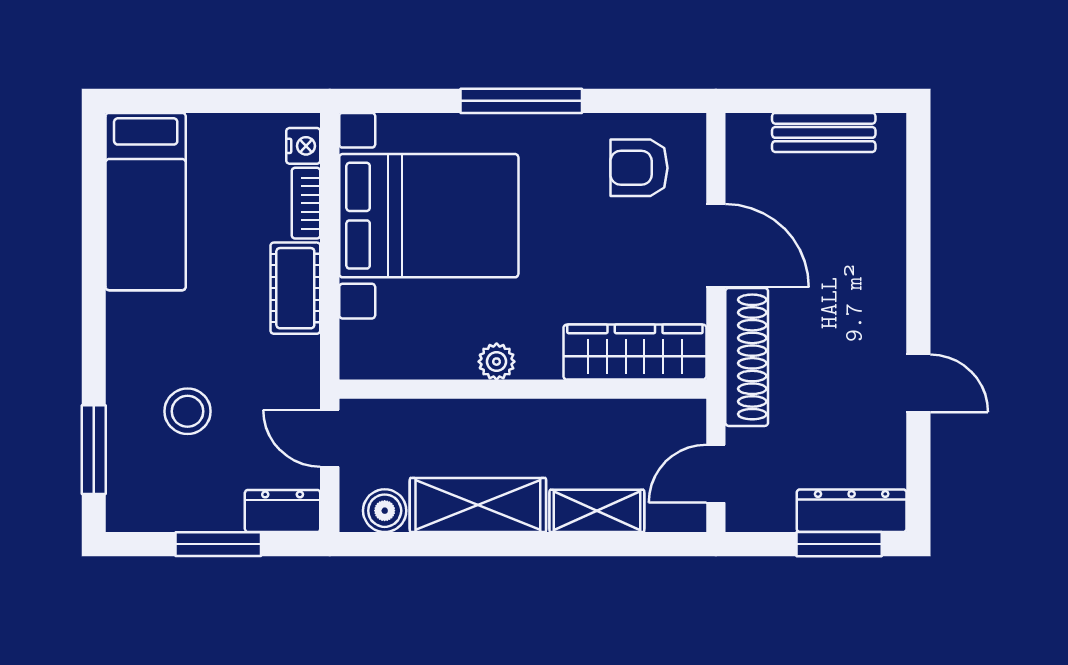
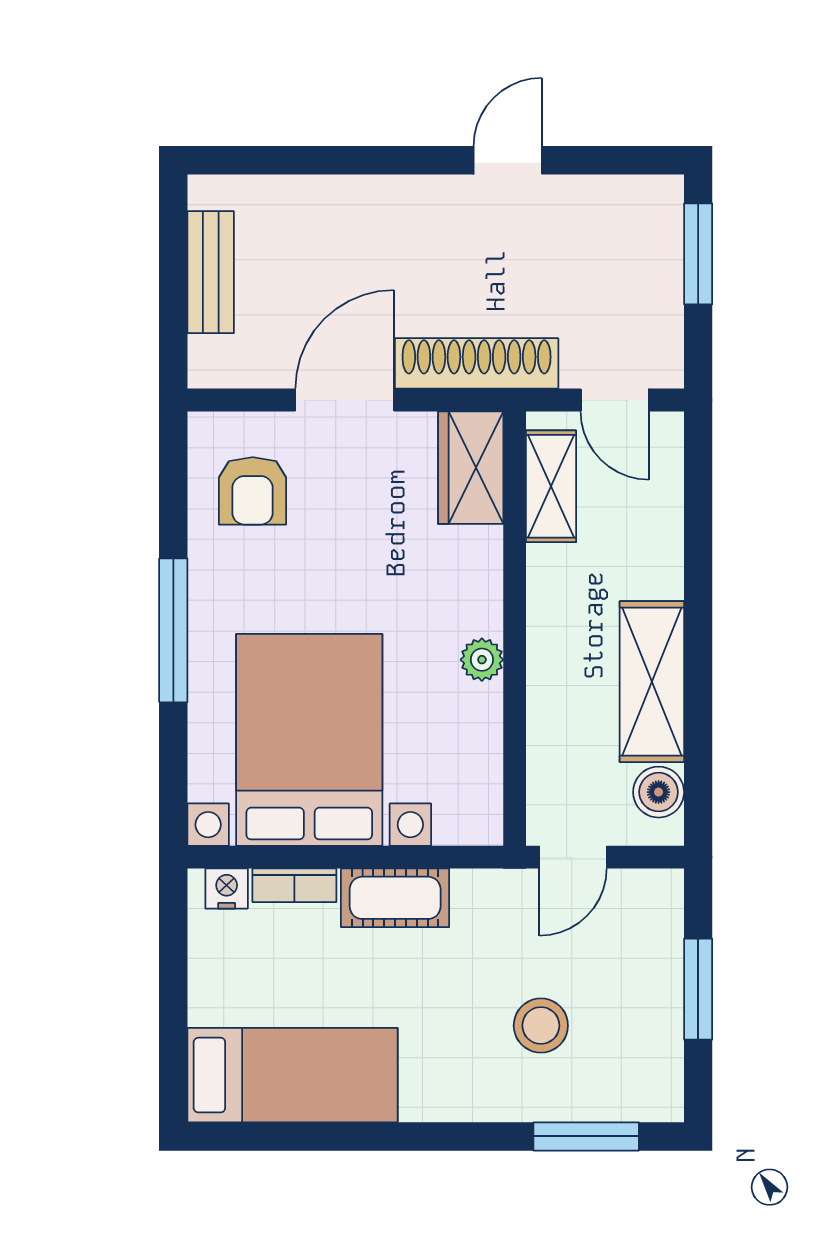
wardrobe: (635, 352) -> (471, 468), width x0.67
dresser: (283, 511) -> (659, 913), removed
shelving: (597, 511) -> (551, 486), moved
dresser: (852, 511) -> (659, 239), removed

